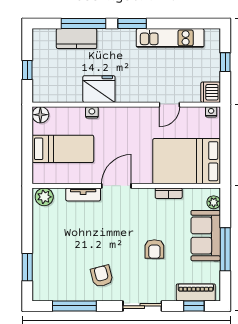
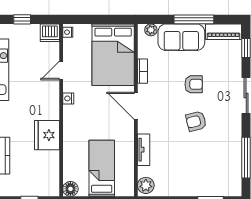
door: (169, 105) -> (61, 70), swing flipped
nightstand: (92, 112) -> (68, 98), moved
door: (116, 186) -> (136, 106), moved
armchair: (102, 276) -> (196, 121), moved
piano: (196, 292) -> (224, 32), moved, turned -90

